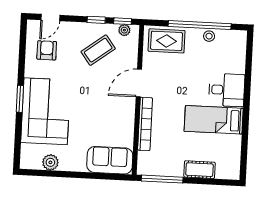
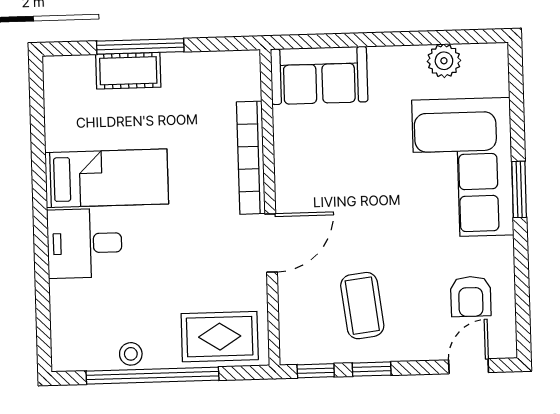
plant: (124, 30) -> (310, 352), removed
coffee table: (98, 50) -> (362, 306), turned -60
window: (162, 179) -> (140, 46), moved

